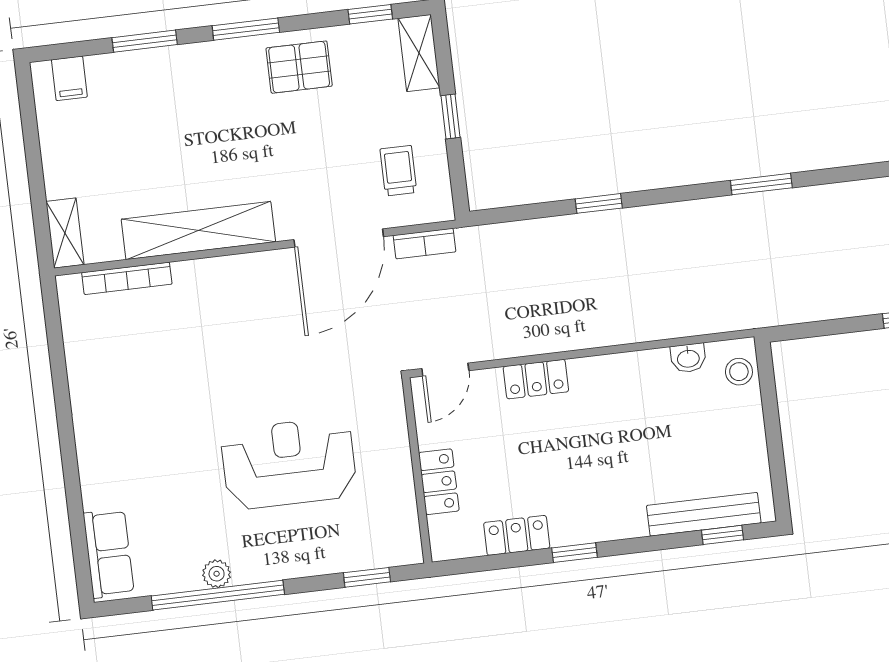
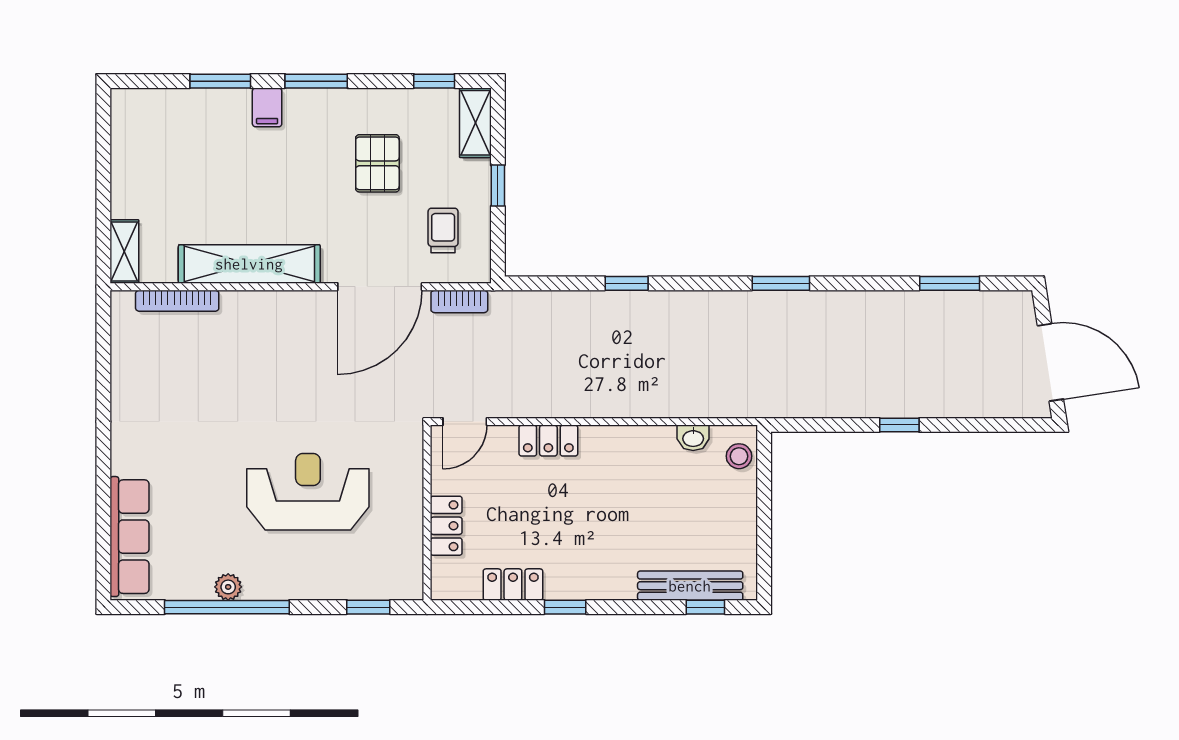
pallet: (299, 67) -> (377, 163), moved, turned 90
filing cabinet: (69, 78) -> (267, 107), moved
row of seats: (109, 554) -> (129, 537), width x1.48

